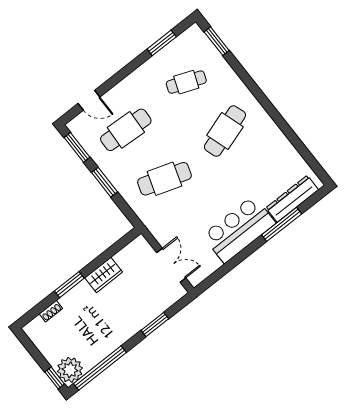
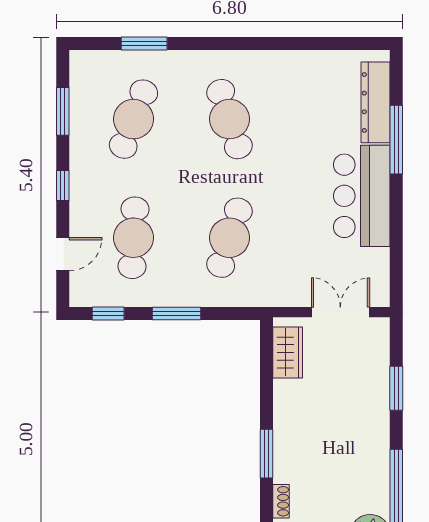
window: (217, 41) -> (144, 43), moved
window: (124, 73) -> (63, 186), added
cafe table: (186, 82) -> (133, 119), width x1.37, depth x1.35
window: (77, 147) -> (108, 313), width x0.67
wardrobe: (104, 275) -> (288, 352), moved

